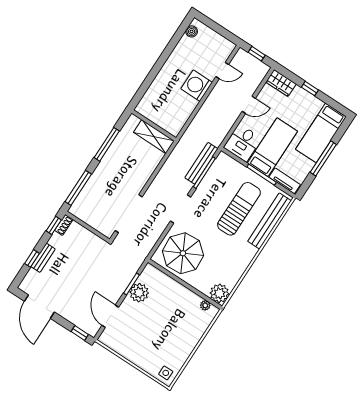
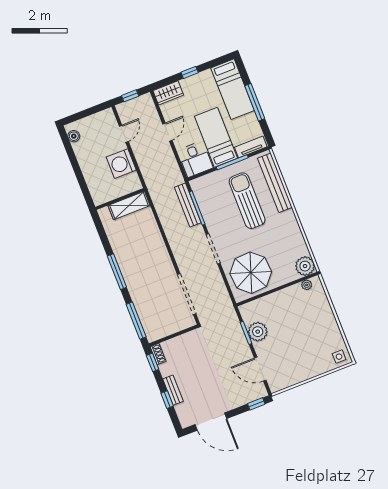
wall: (154, 125) -> (120, 199), moved
shelving: (154, 137) -> (129, 206), moved

